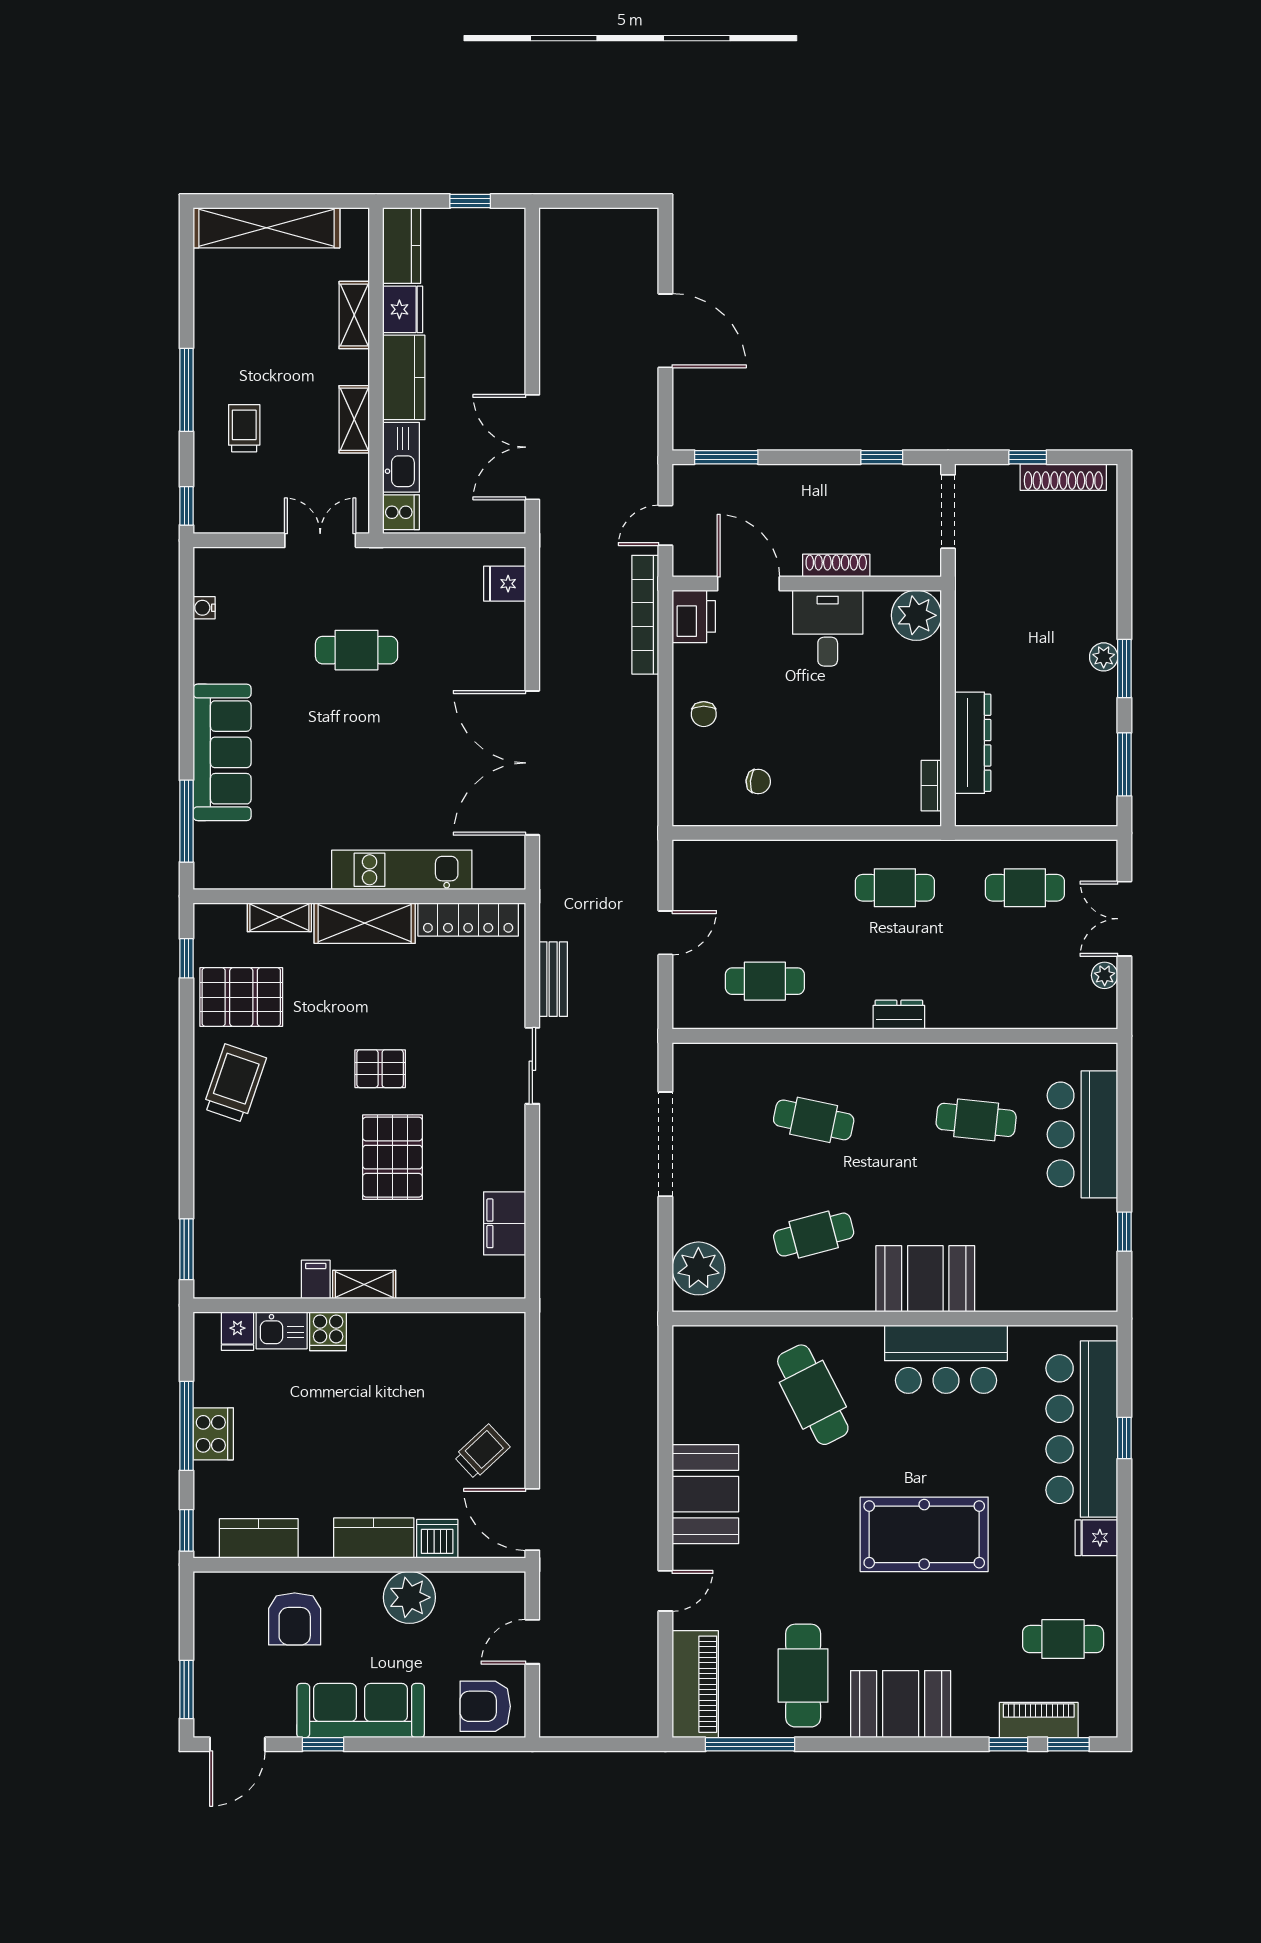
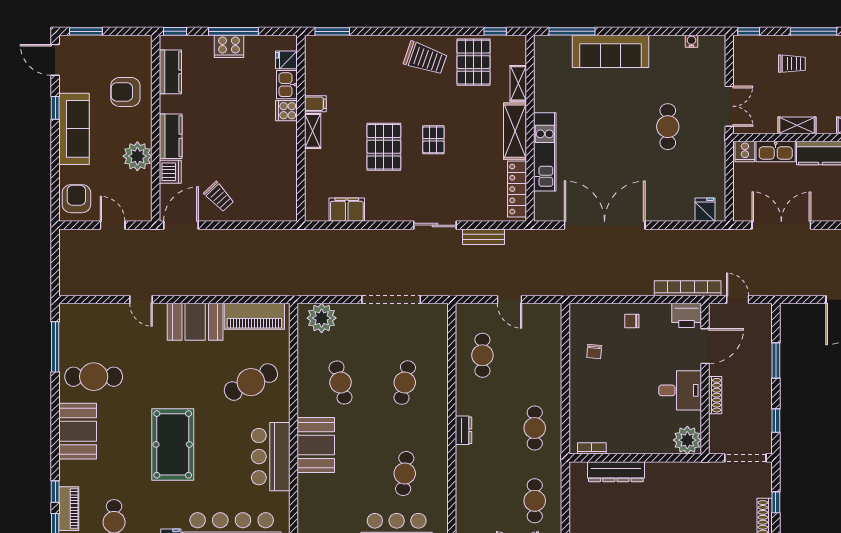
window: (726, 457) -> (776, 360), moved
pallet: (392, 1157) -> (384, 147), turned 90
piano: (695, 1684) -> (254, 316), moved

